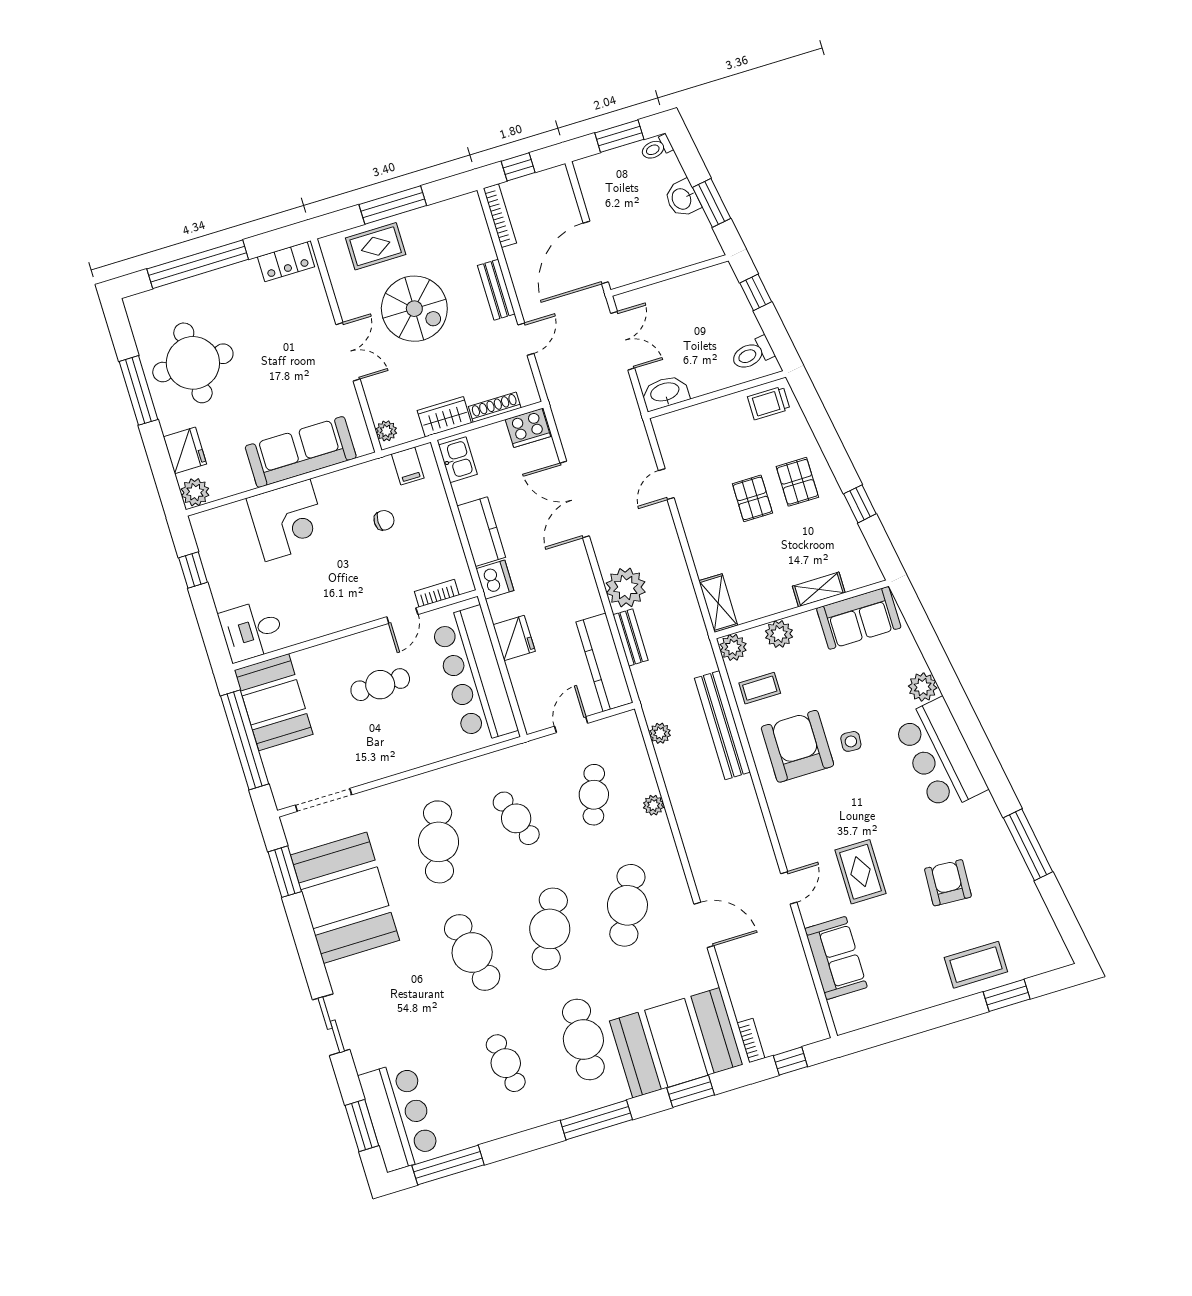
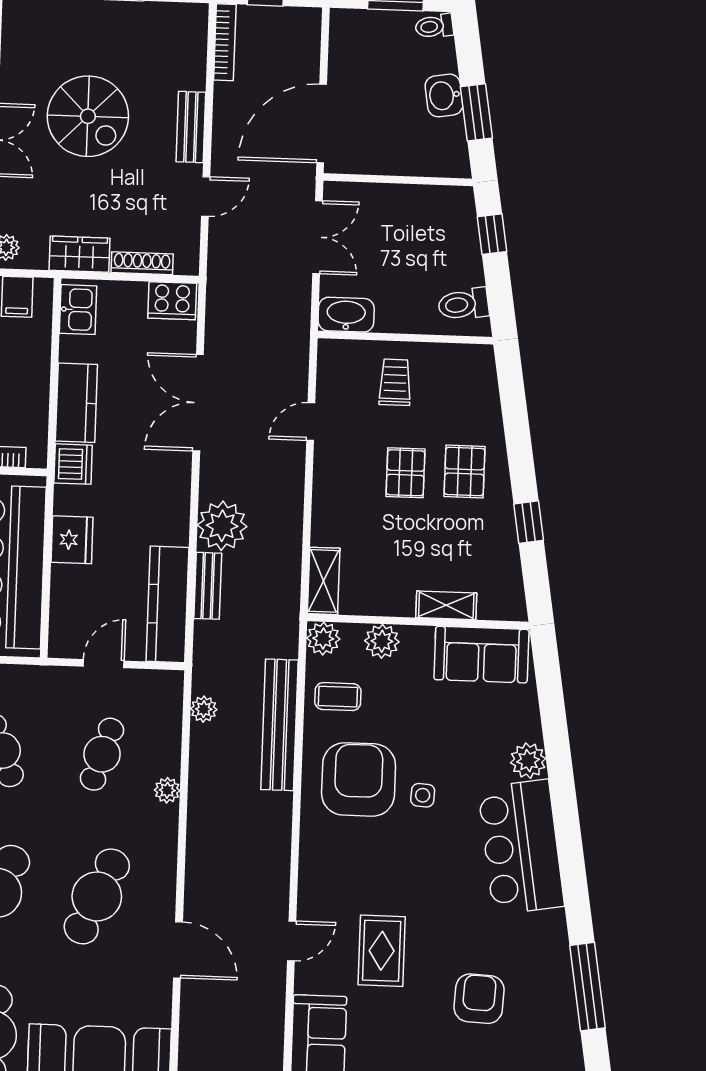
rug: (376, 246) -> (68, 28), removed
trolley: (769, 403) -> (395, 382), moved, turned 90

